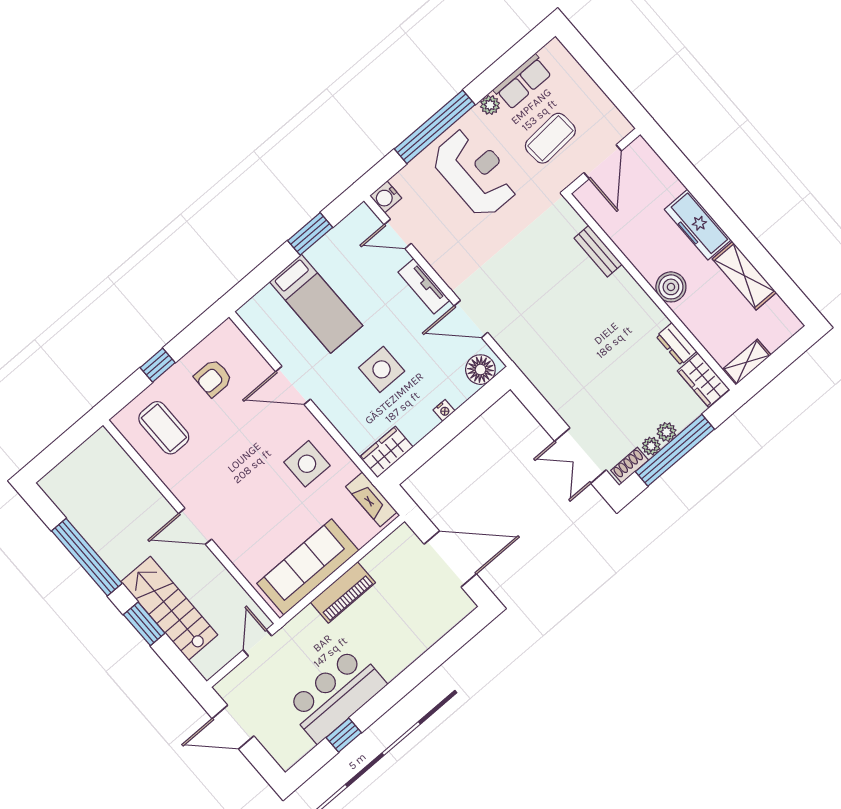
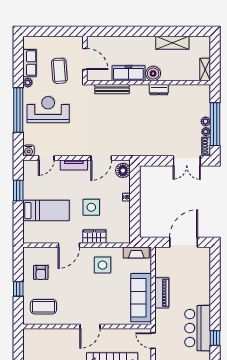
freezer: (698, 225) -> (128, 73), moved, turned 180
bench: (598, 251) -> (112, 89), width x1.36
dresser: (676, 344) -> (159, 90), moved
wardrobe: (703, 380) -> (198, 91), removed
wardrobe: (386, 452) -> (94, 237), moved, turned 90

